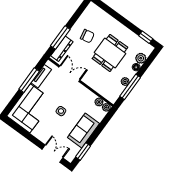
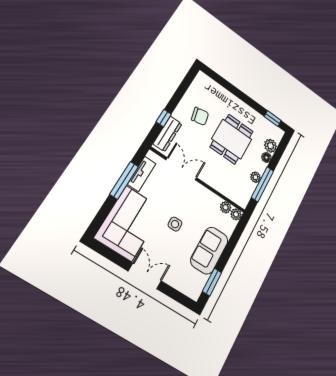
window: (60, 38) -> (164, 118), width x0.46
double door: (52, 154) -> (145, 276), moved

